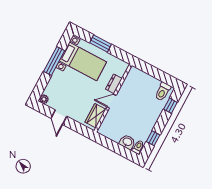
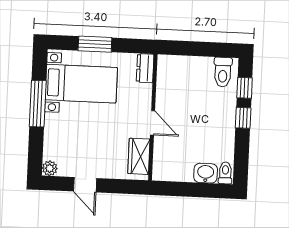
dresser: (114, 84) -> (145, 68), moved
door: (111, 101) -> (153, 123), swing flipped
window: (153, 138) -> (243, 118), moved

